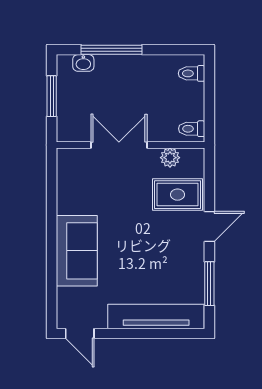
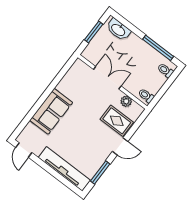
window: (112, 50) -> (158, 48), moved
washbasin: (83, 63) -> (118, 30), width x1.91, depth x1.45

